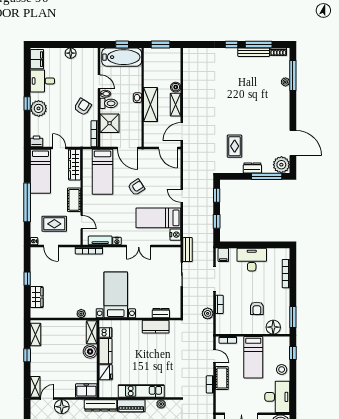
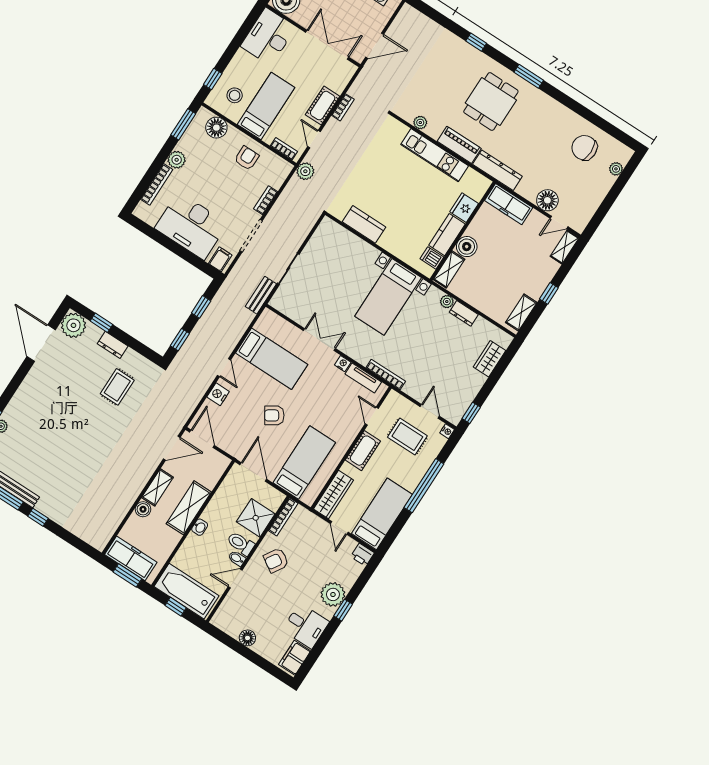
freezer: (165, 55) -> (131, 558), added
door: (99, 82) -> (235, 578), hinge flipped
window: (267, 176) -> (101, 323), width x0.46
nightstand: (175, 235) -> (218, 394), moved
desk: (252, 260) -> (191, 226), width x1.36, depth x1.30
window: (27, 279) -> (471, 413), moved
plant: (284, 295) -> (177, 160), added
armchair: (257, 308) -> (247, 158), moved
dresser: (161, 313) -> (464, 313), moved
plant: (208, 313) -> (305, 171), moved
stool: (282, 369) -> (235, 95), moved
freezer: (86, 391) -> (509, 204), width x1.40

